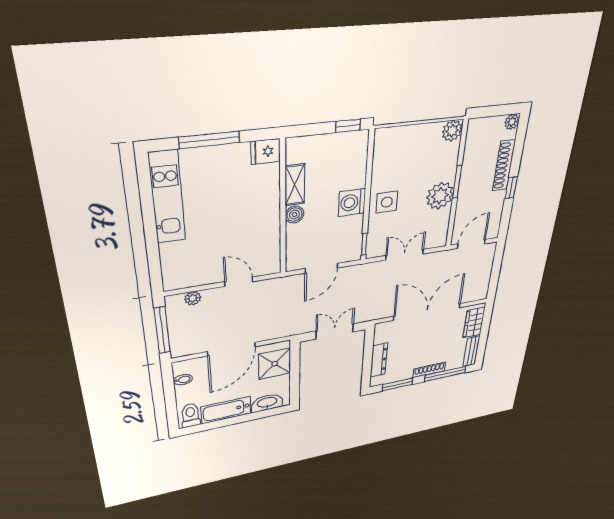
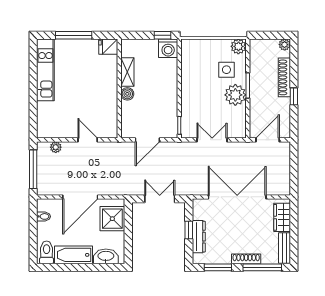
washing machine: (352, 202) -> (168, 48), moved, turned -90
side table: (387, 202) -> (226, 70), moved
window: (368, 356) -> (189, 230), added

